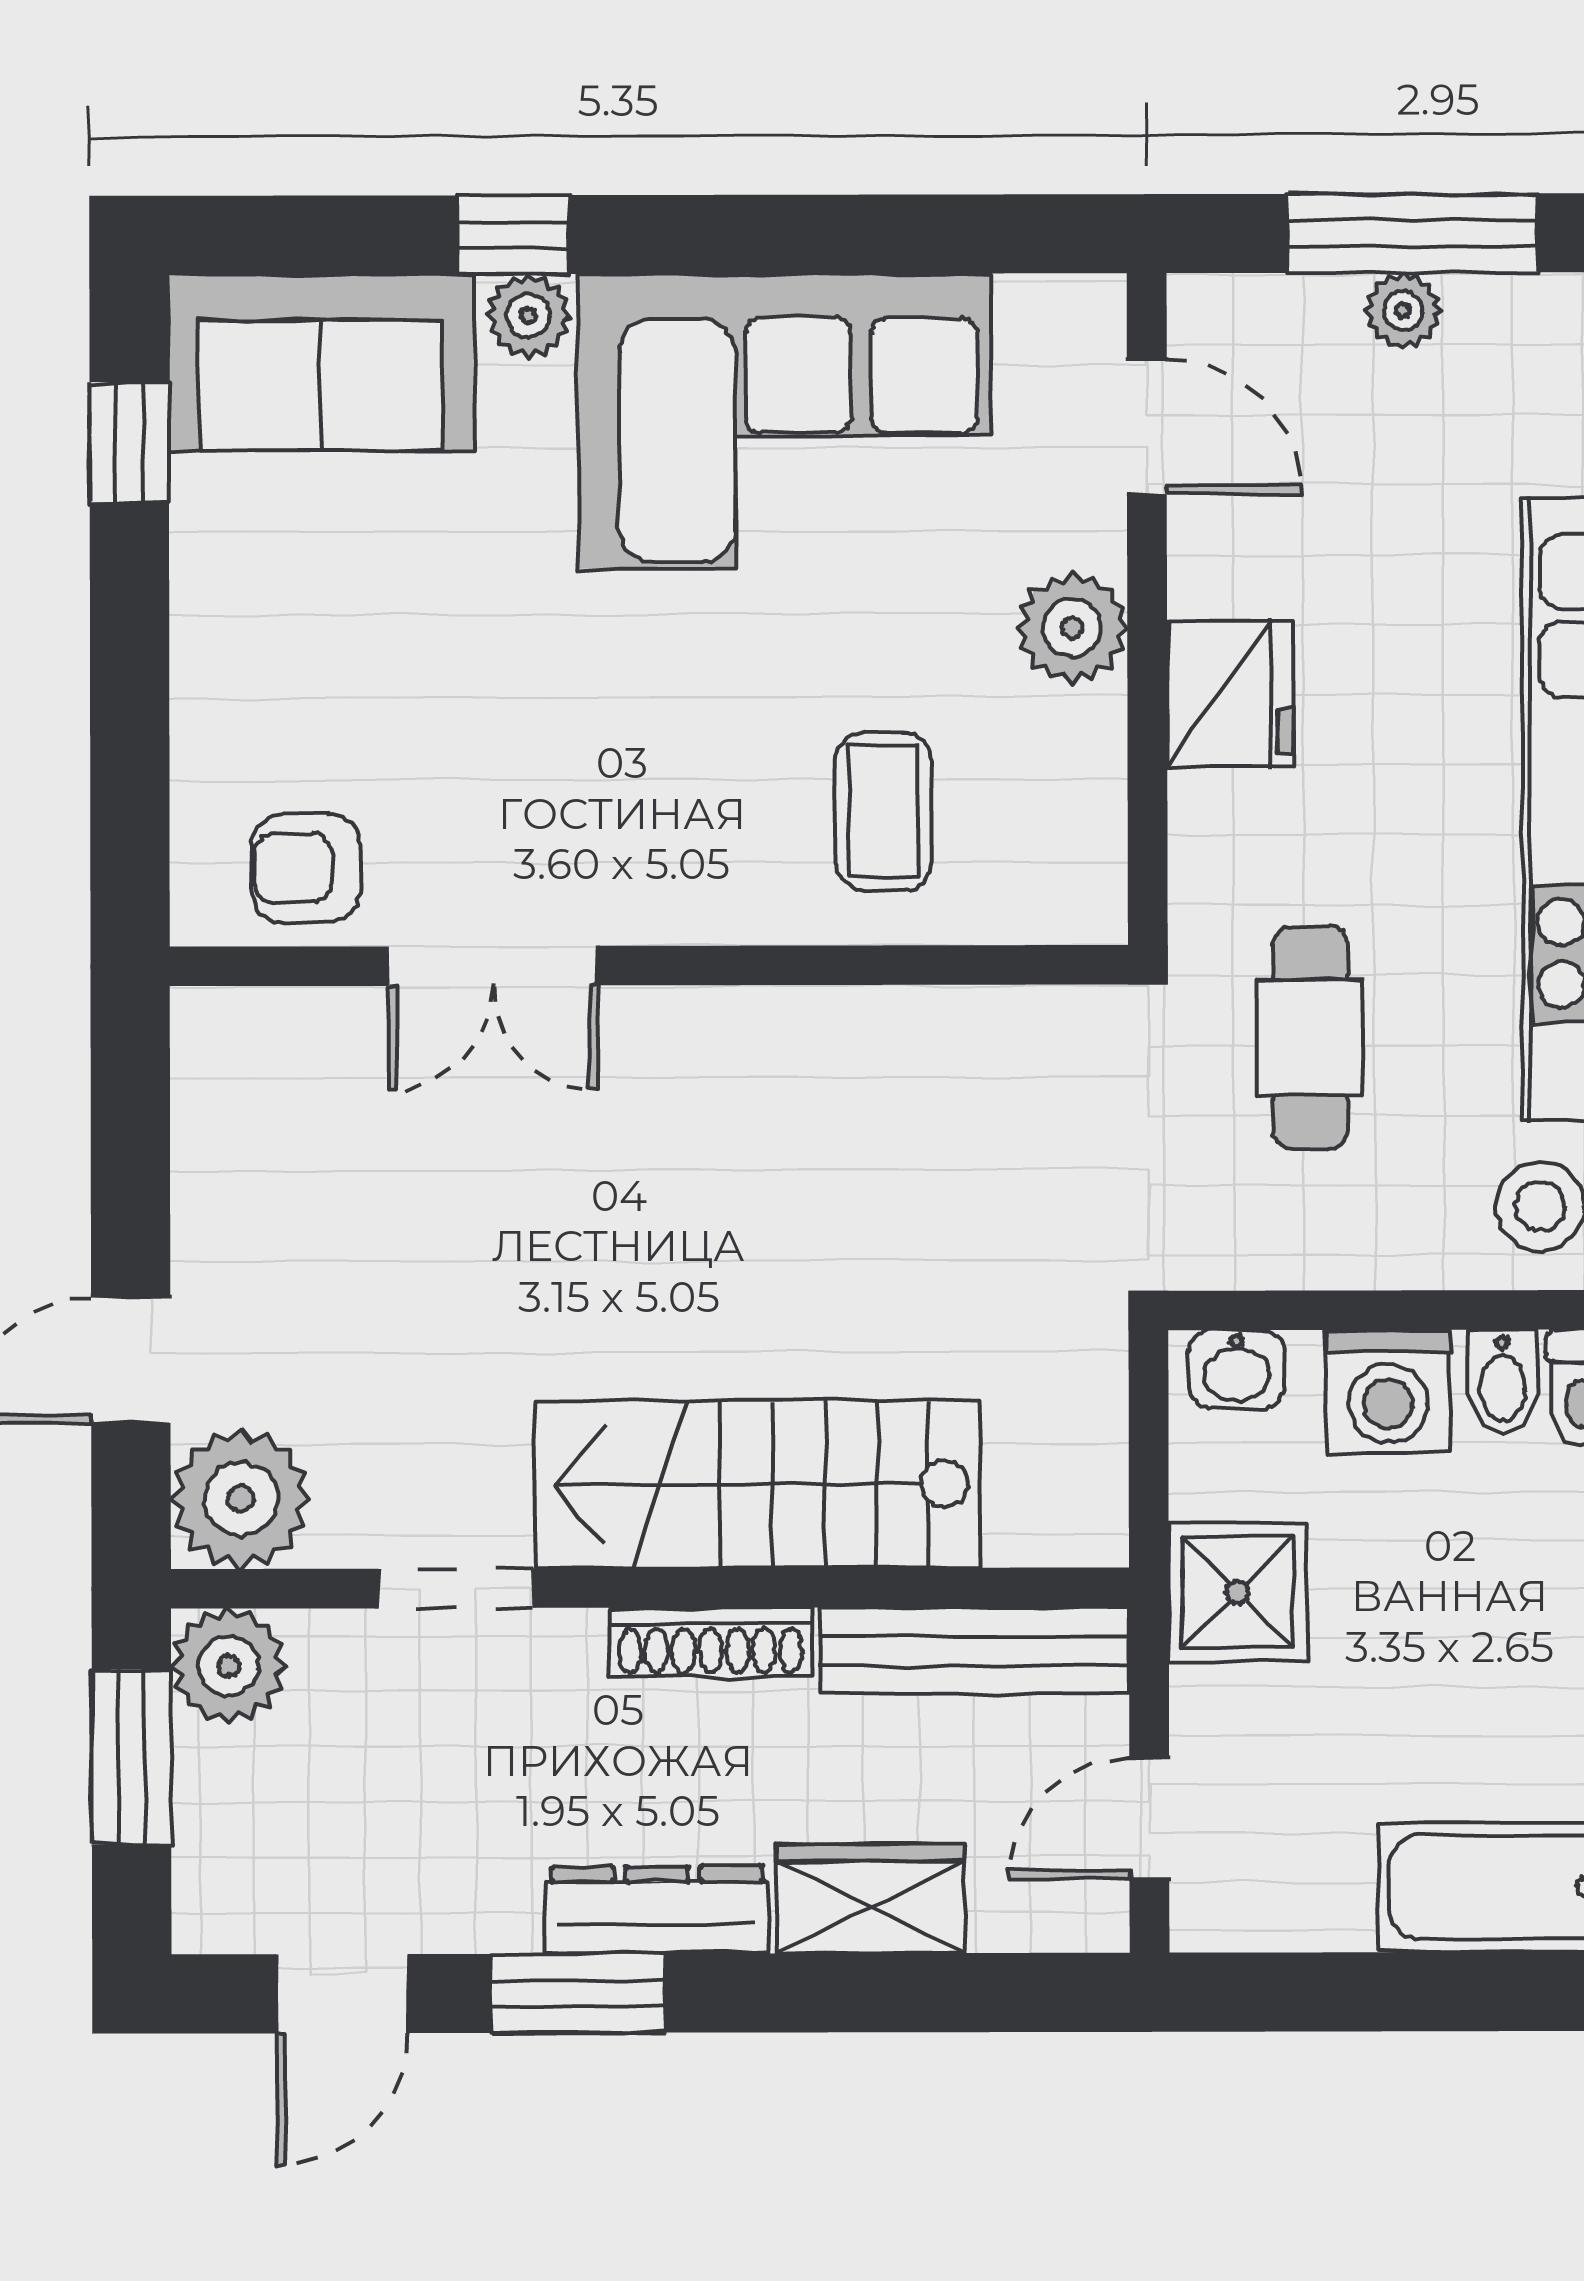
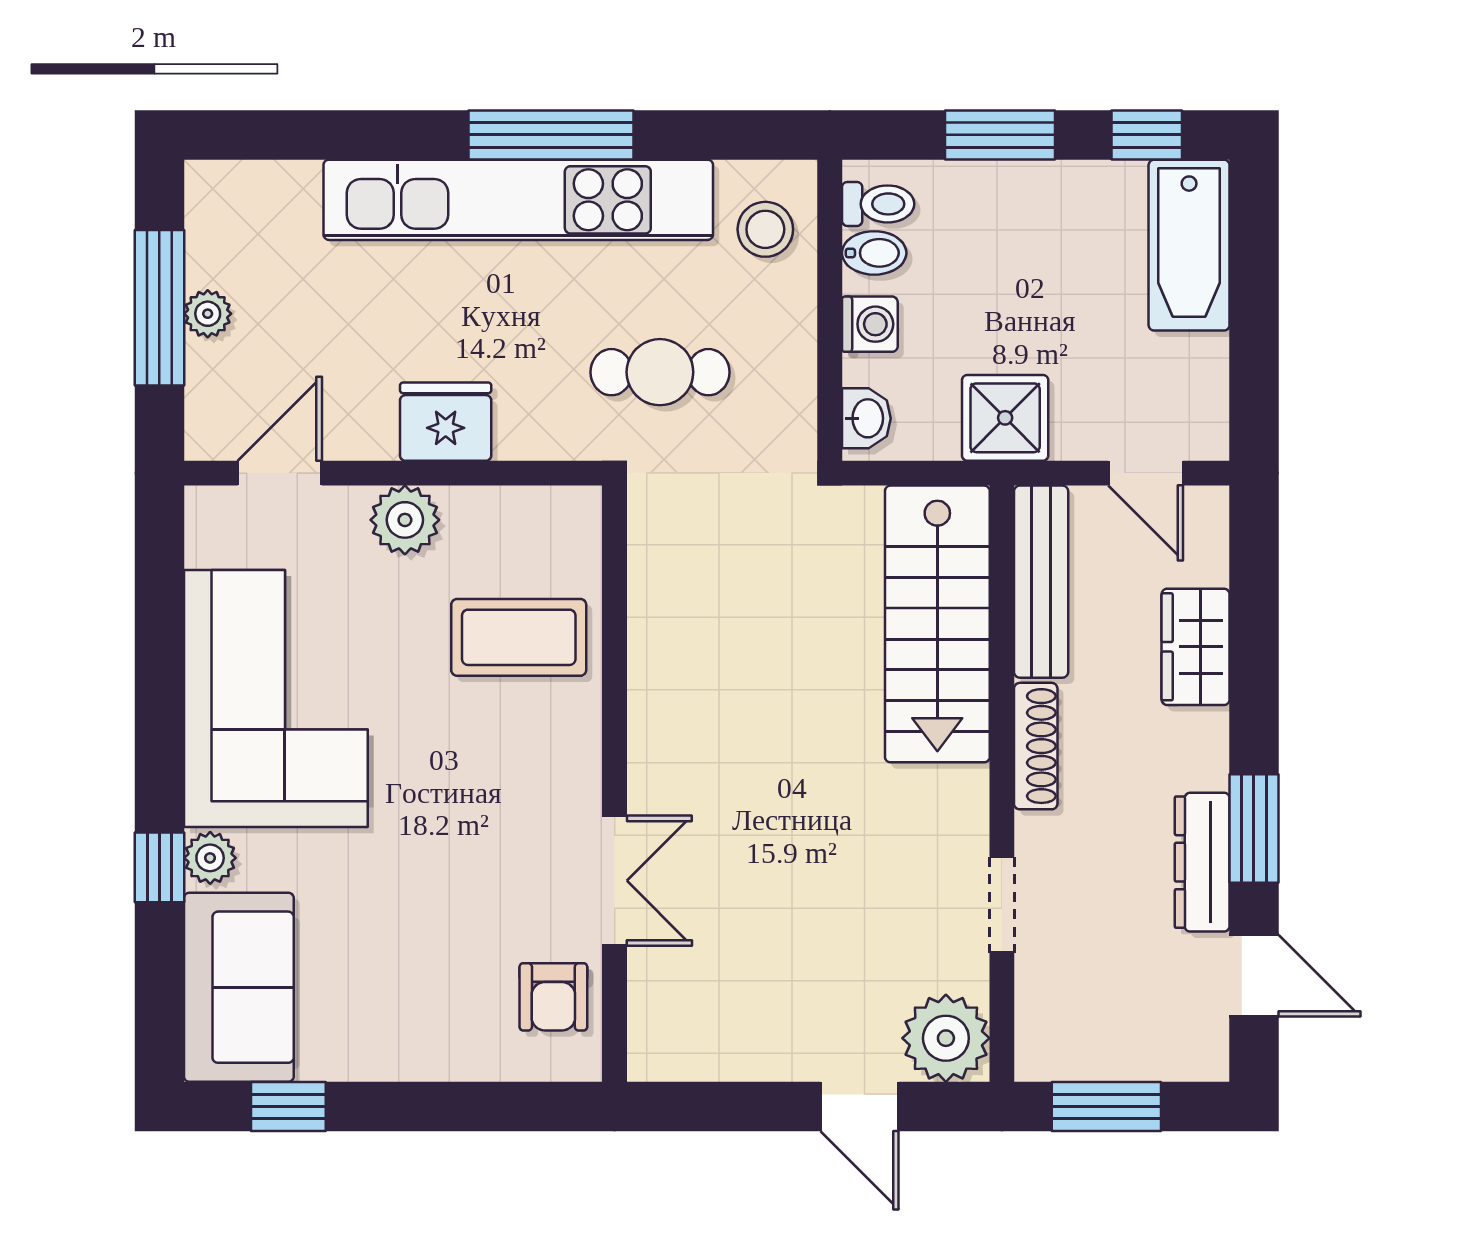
coffee table: (884, 811) -> (519, 637), width x1.36, depth x1.30
washing machine: (1388, 1391) -> (870, 324), width x0.73, depth x0.73
stairs: (758, 1484) -> (937, 624), moved
plant: (228, 1666) -> (1050, 1046), removed
dresser: (657, 1910) -> (1202, 862), moved

